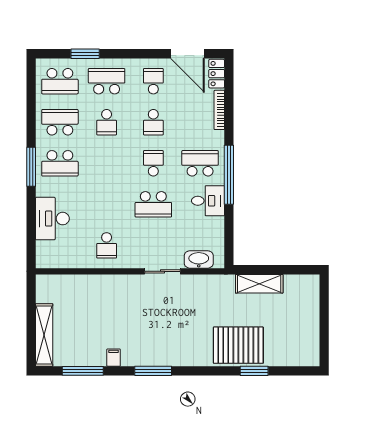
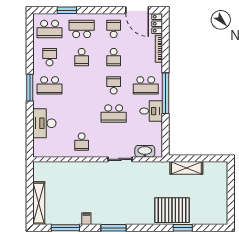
school desk: (60, 122) -> (50, 57), width x0.54
school desk: (200, 163) -> (146, 85), turned 180

